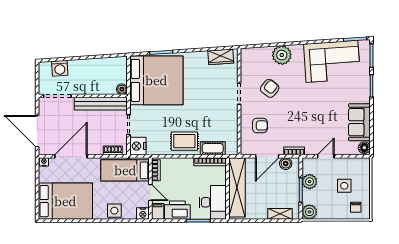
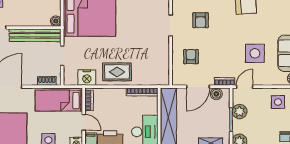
armchair: (270, 88) -> (201, 20), turned 142
side table: (325, 122) -> (255, 53), added
armchair: (260, 125) -> (191, 57), turned -90
nightstand: (138, 146) -> (87, 78), moved, turned -90
cot: (213, 148) -> (145, 79), removed
door: (326, 156) -> (245, 87), moved
side table: (344, 186) -> (278, 102), moved

